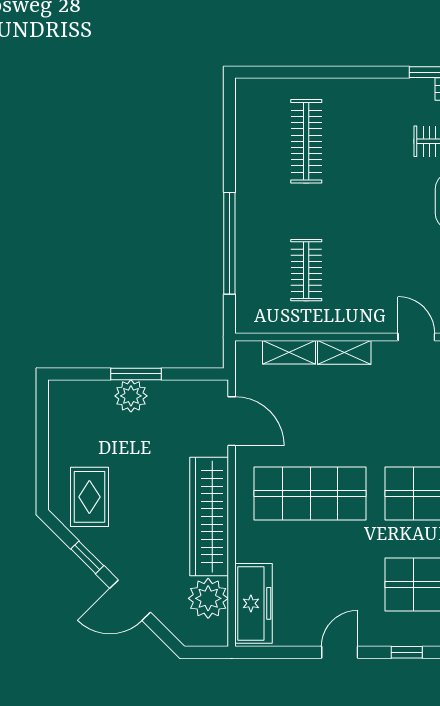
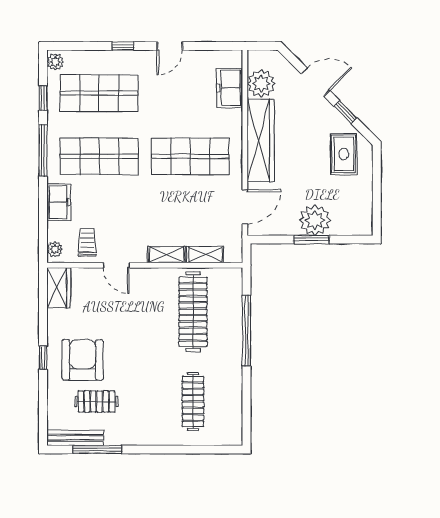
clothes rail: (306, 270) -> (193, 312), width x1.86, depth x1.31
plant: (131, 396) -> (315, 220), width x1.36, depth x1.36
door: (232, 421) -> (245, 207), swing flipped
freezer: (254, 603) -> (230, 88), width x0.71

